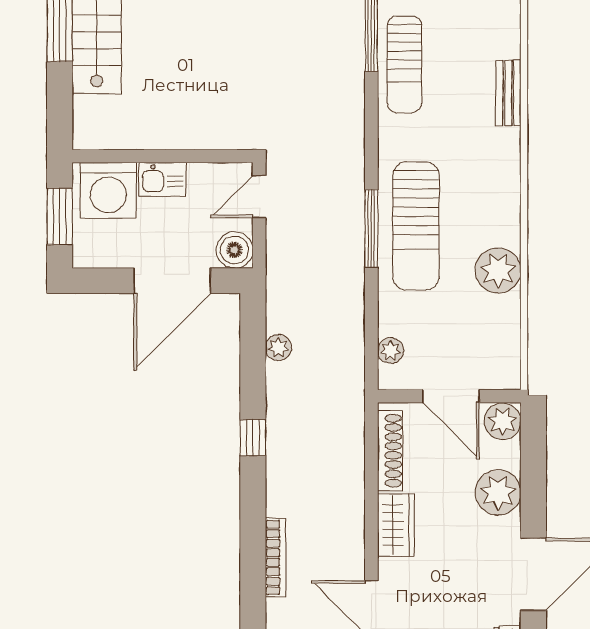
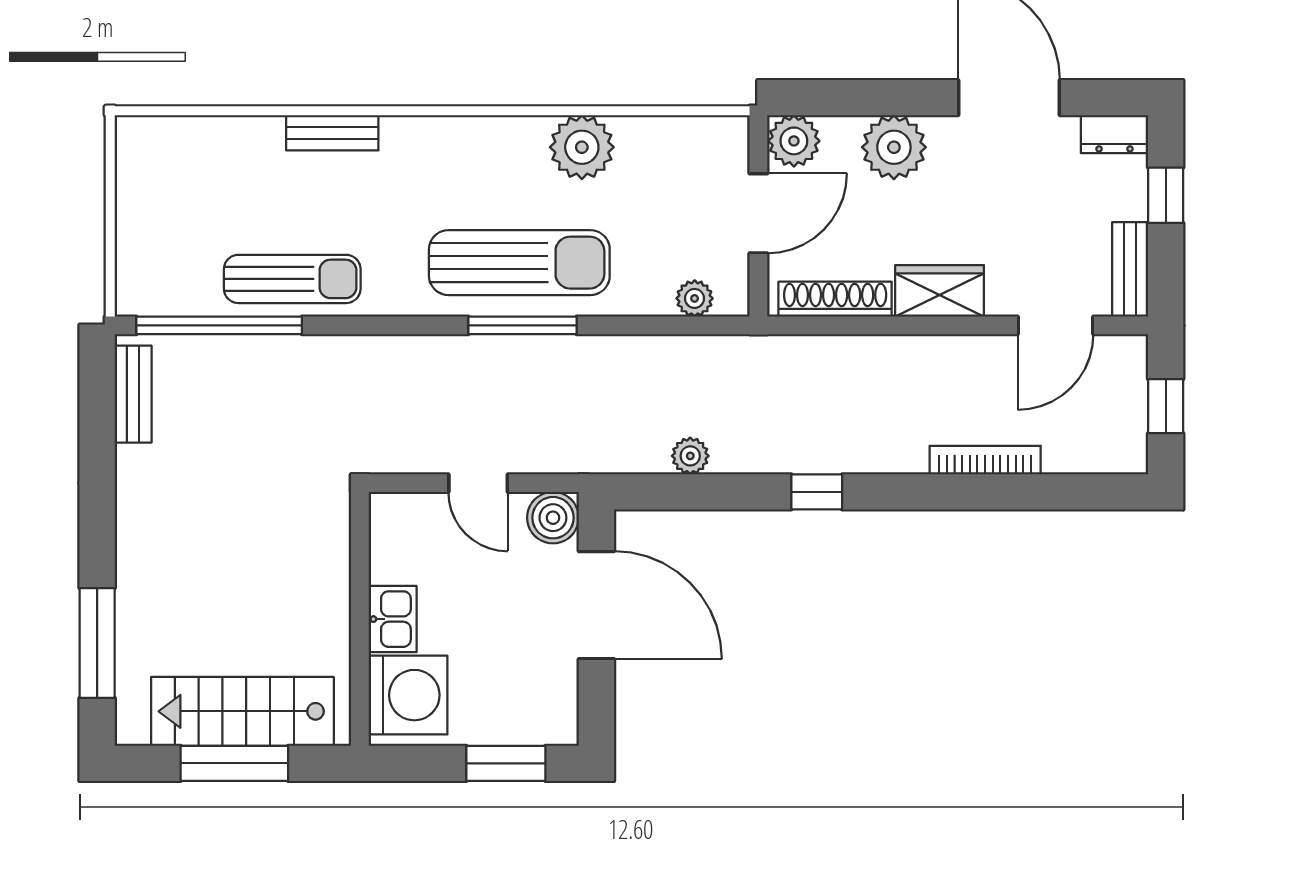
wall: (163, 156) -> (360, 619), moved
kitchen sink: (162, 179) -> (393, 619), moved
washing machine: (108, 190) -> (408, 695), moved

